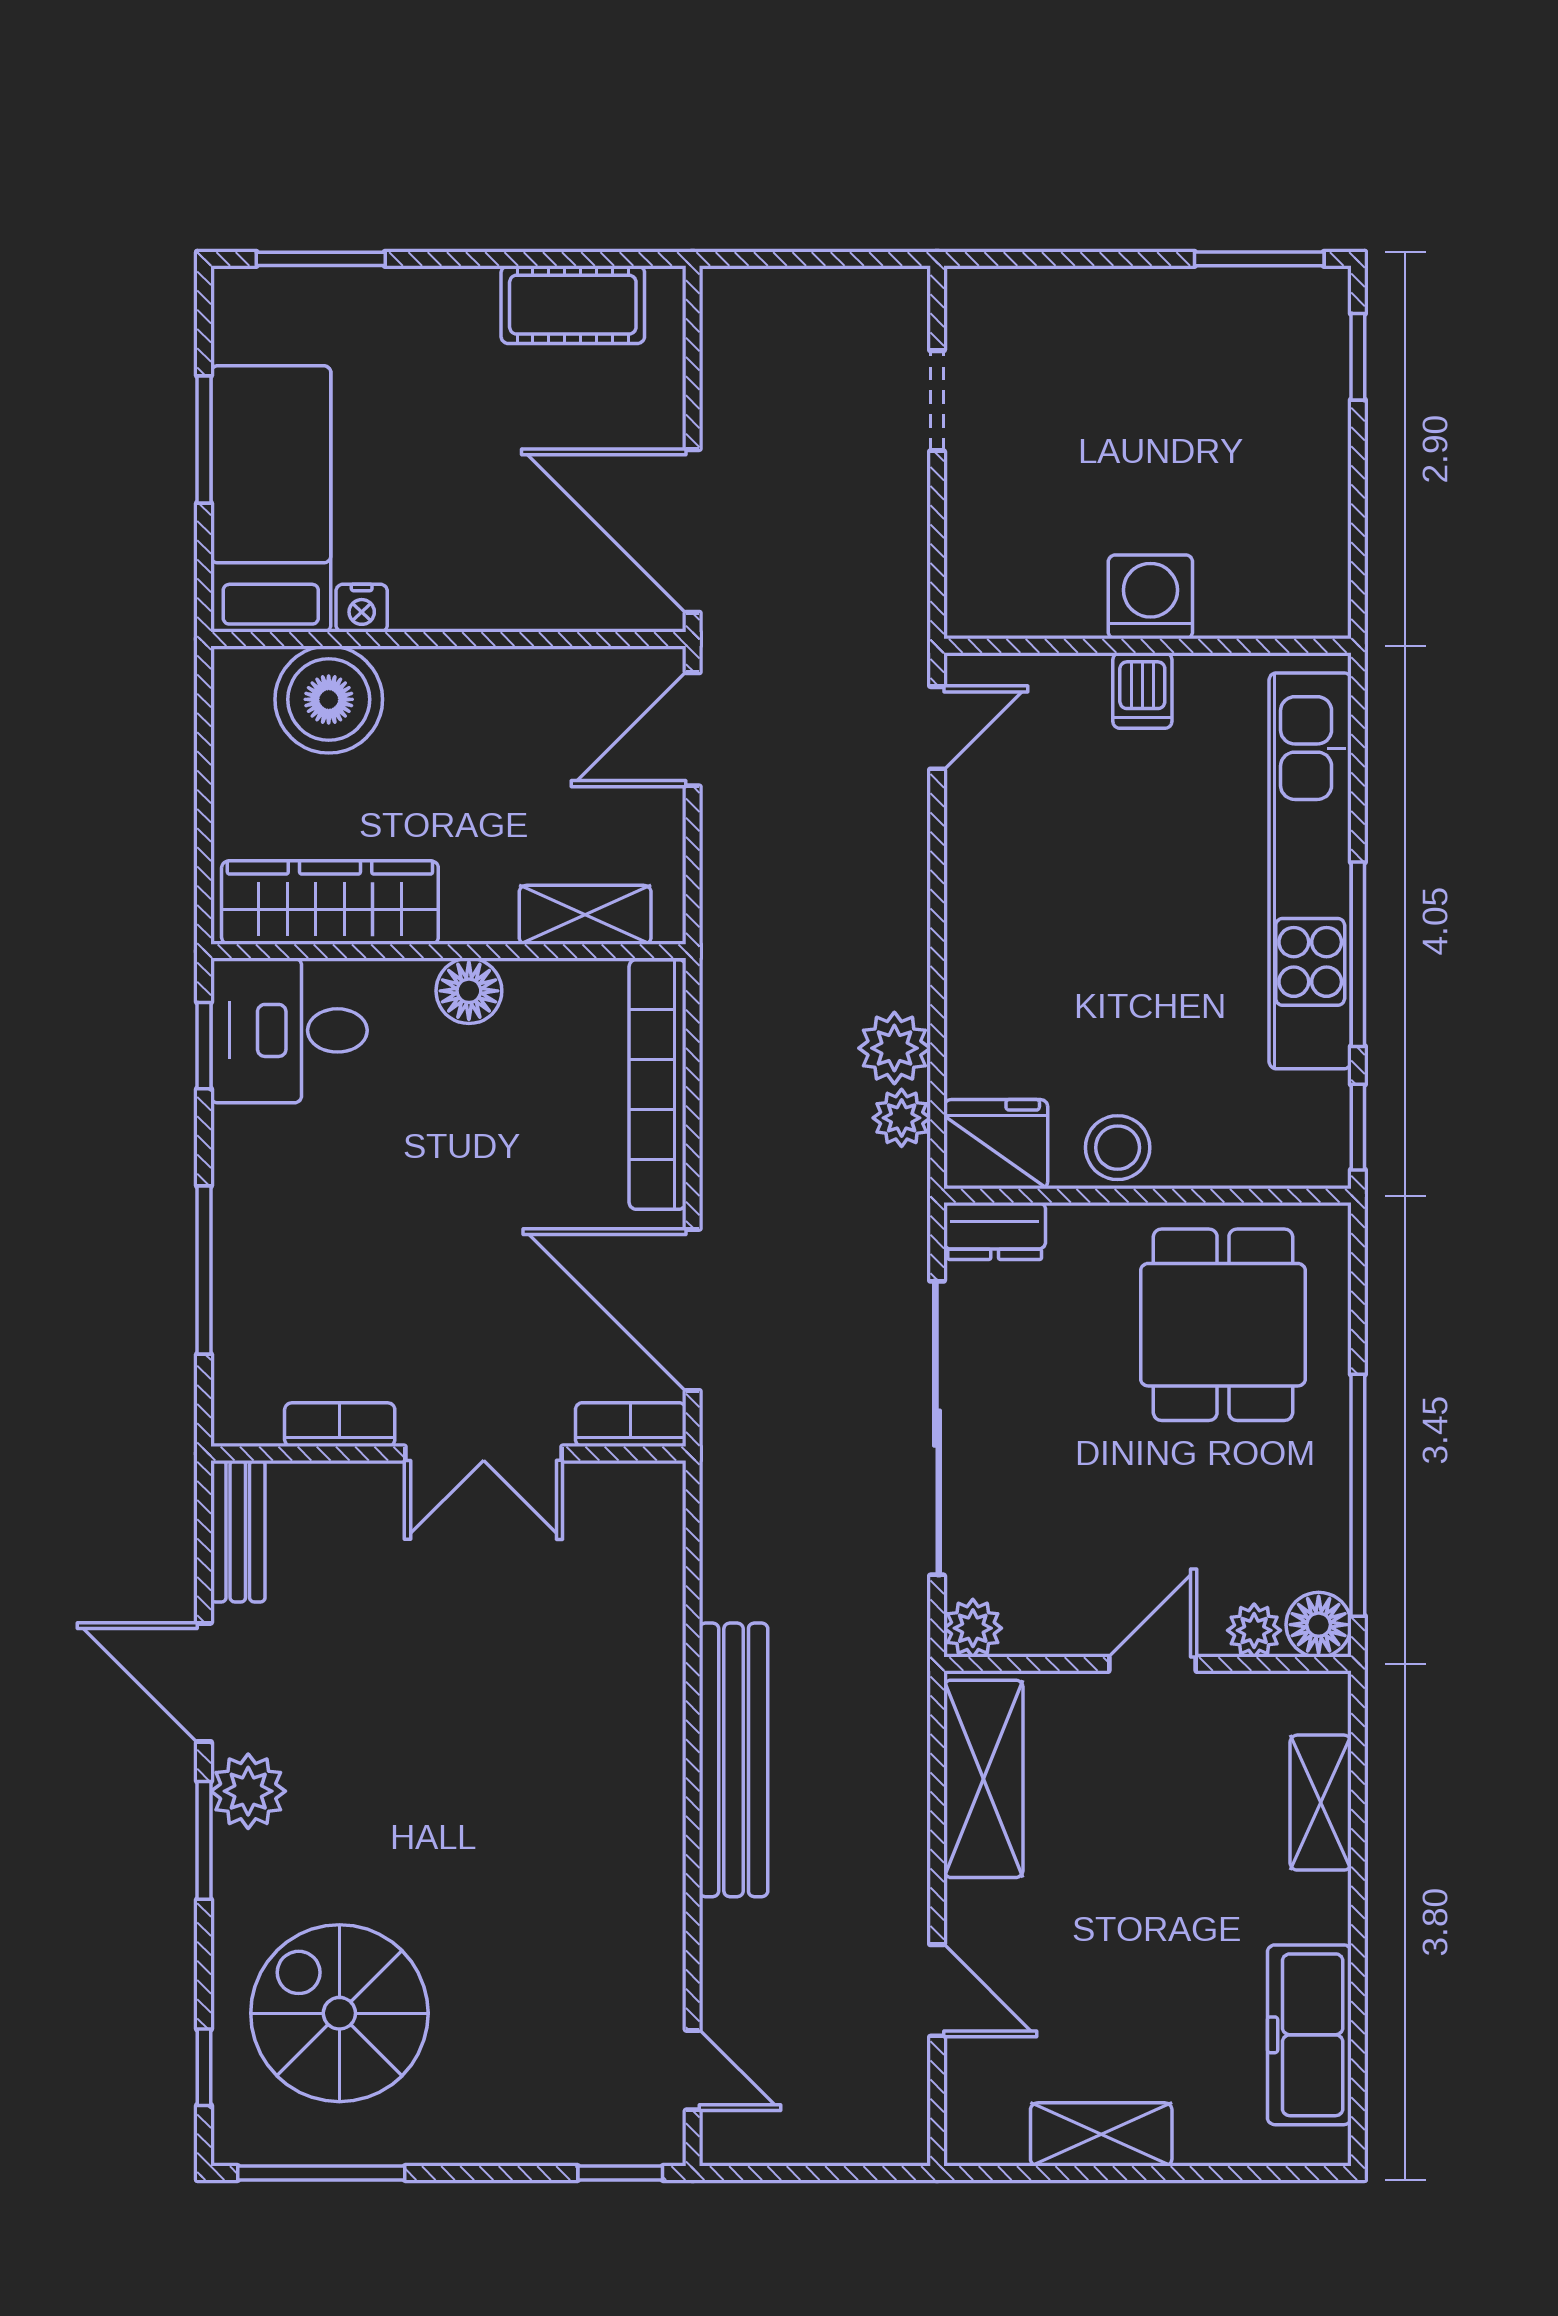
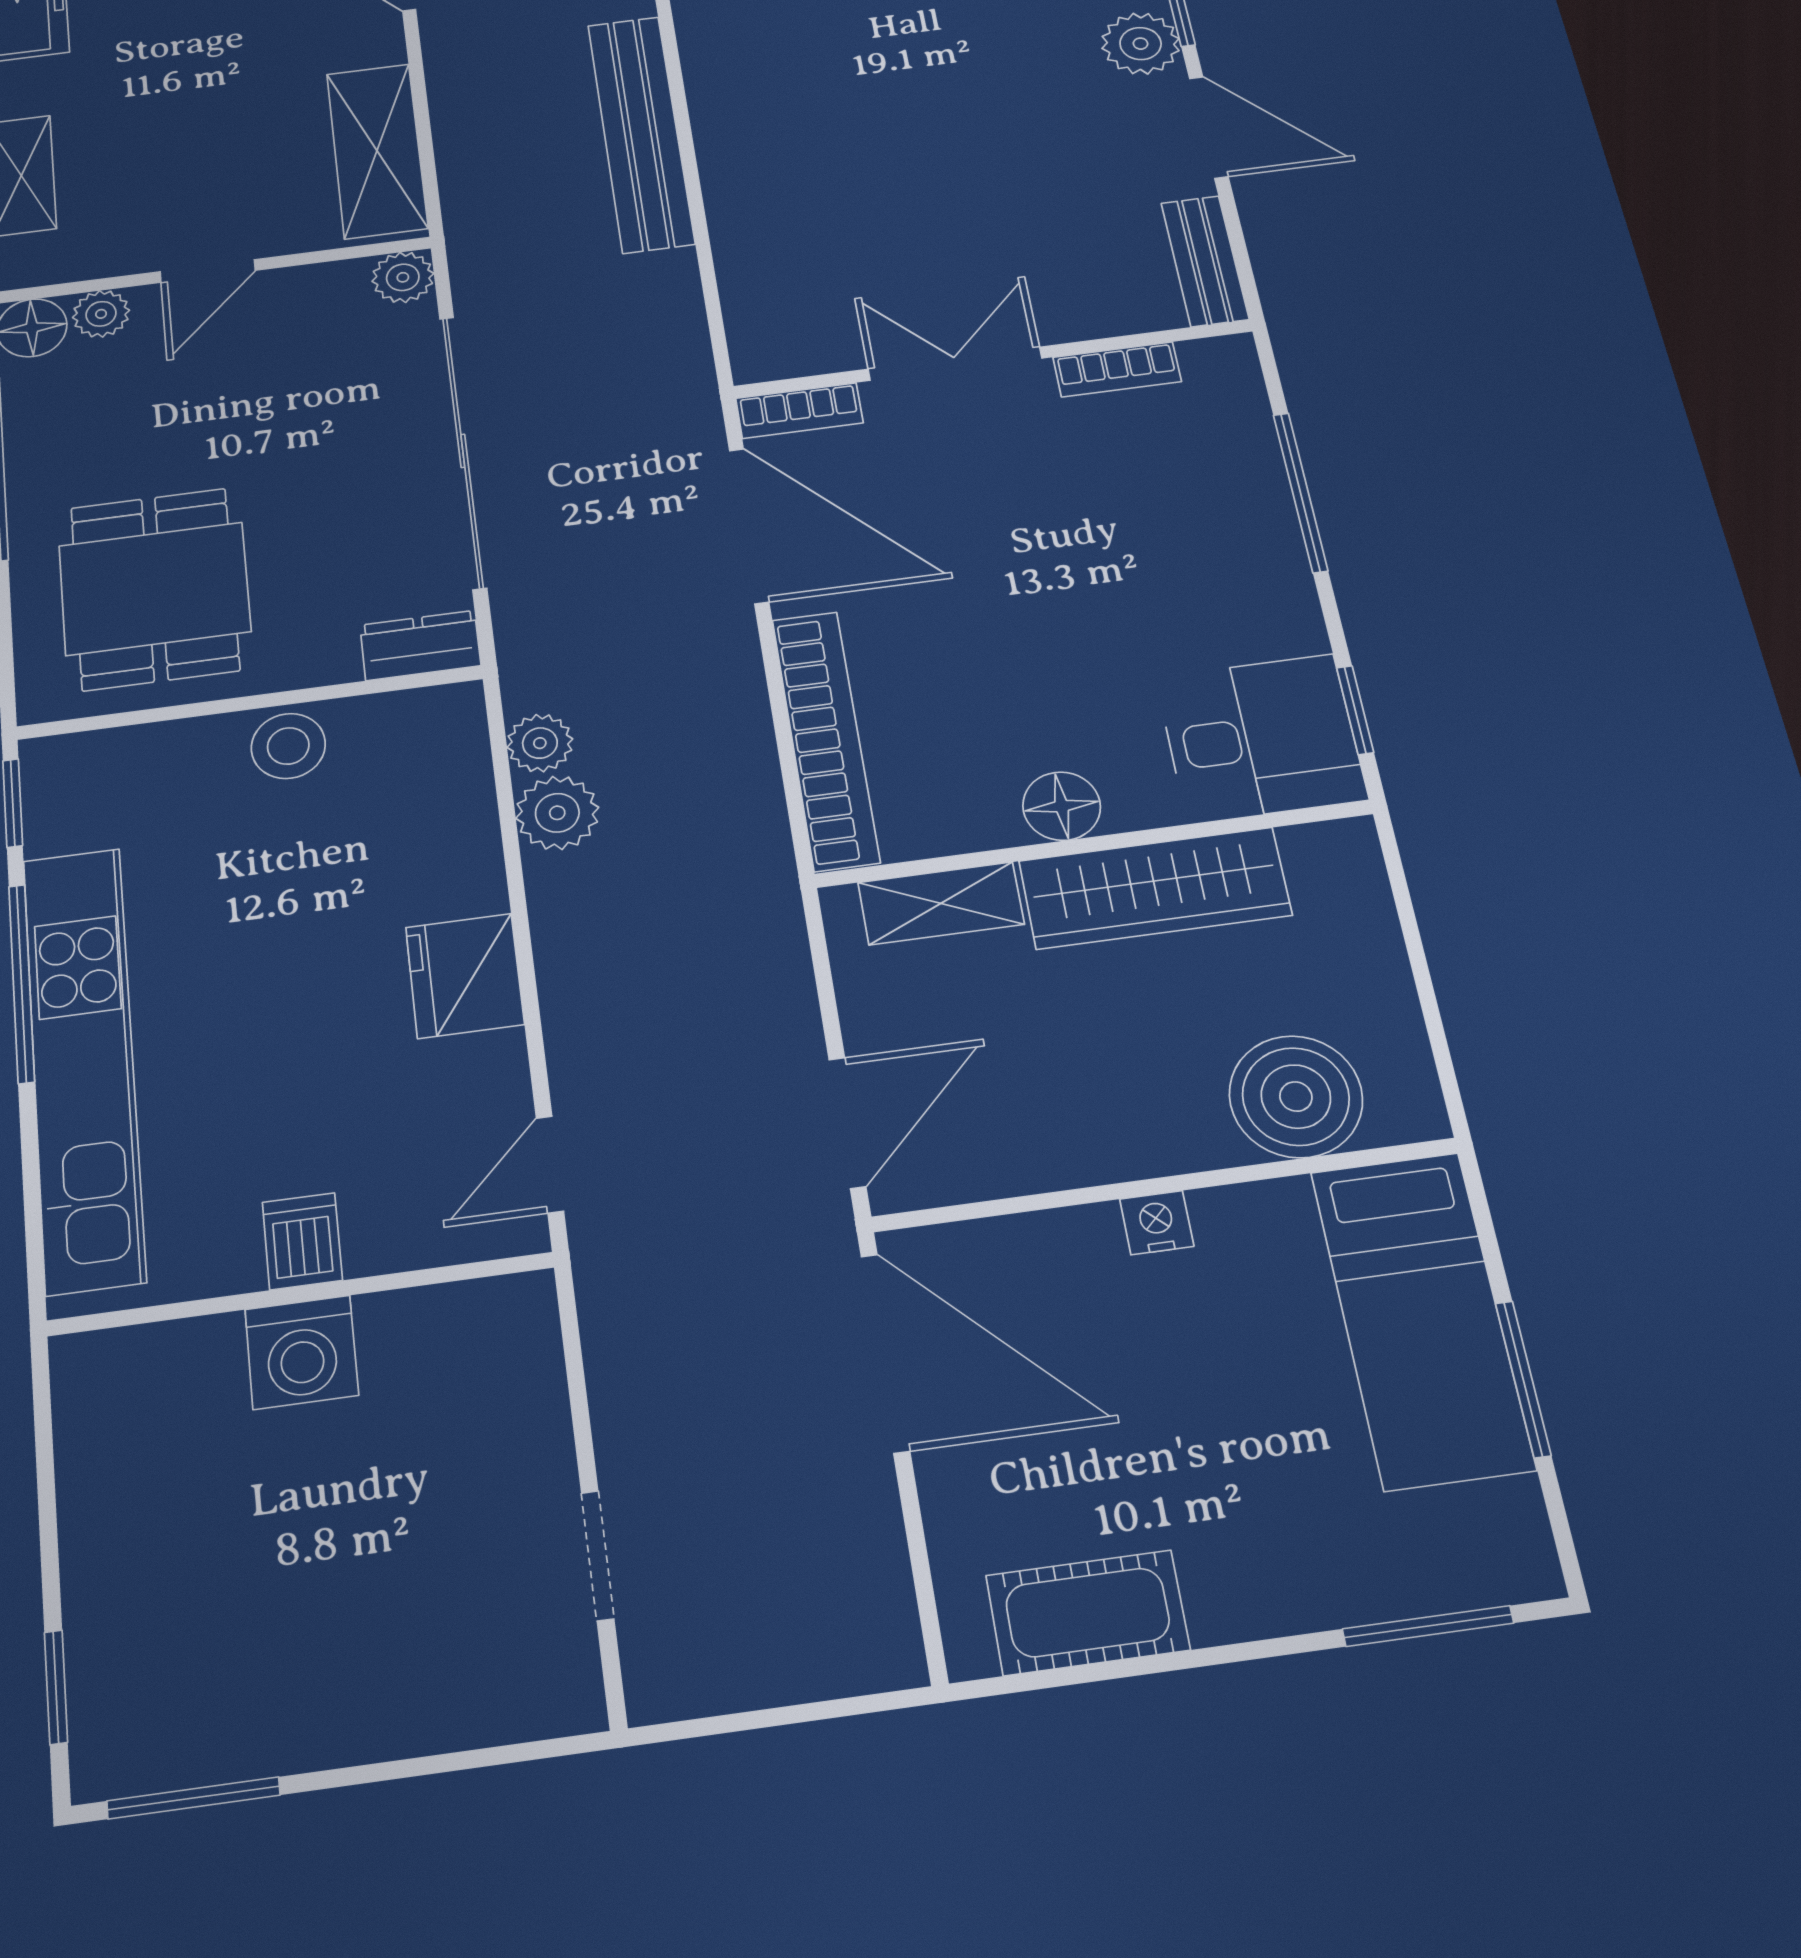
nightstand: (362, 608) -> (1157, 1223), moved
wardrobe: (330, 903) -> (1155, 888), moved
fridge: (996, 1144) -> (465, 976), moved, turned 90

